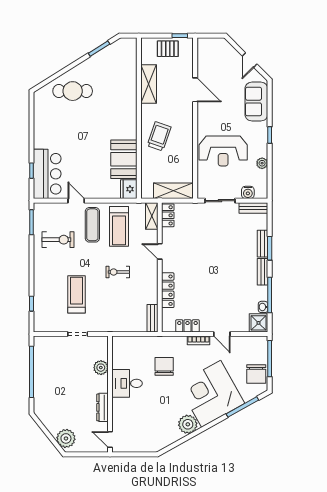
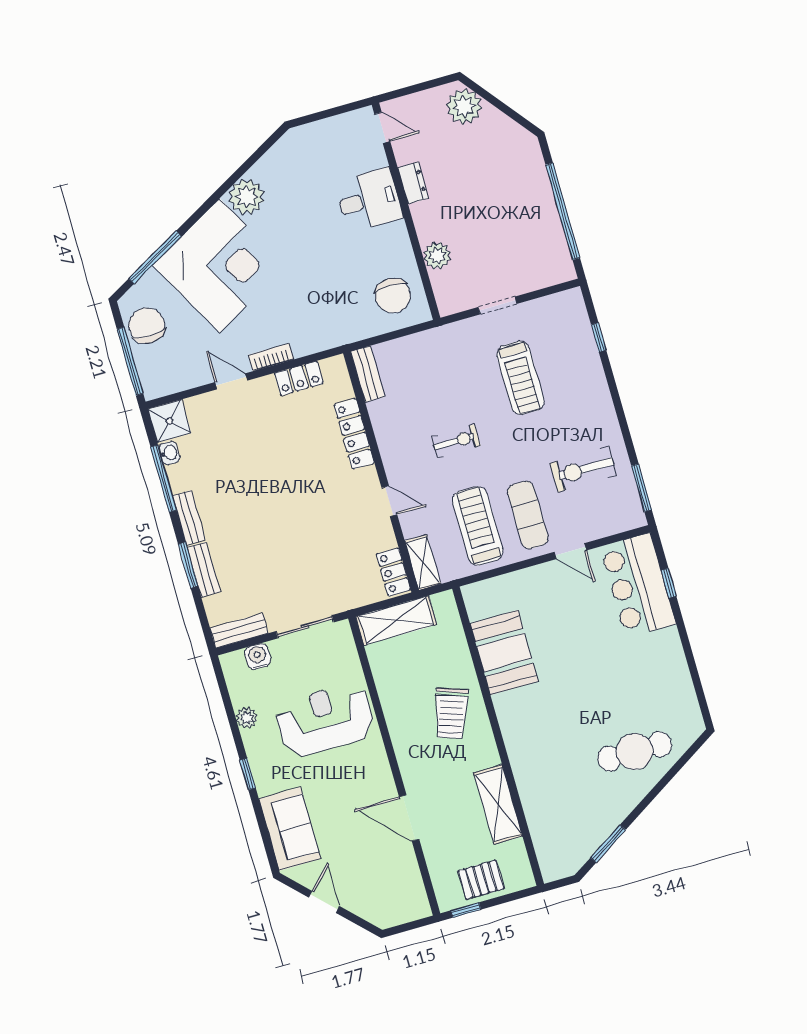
fridge: (129, 189) -> (479, 600), removed
chair: (164, 366) -> (393, 296), moved
desk: (127, 383) -> (369, 200), moved
dresser: (102, 407) -> (413, 183), width x0.70

